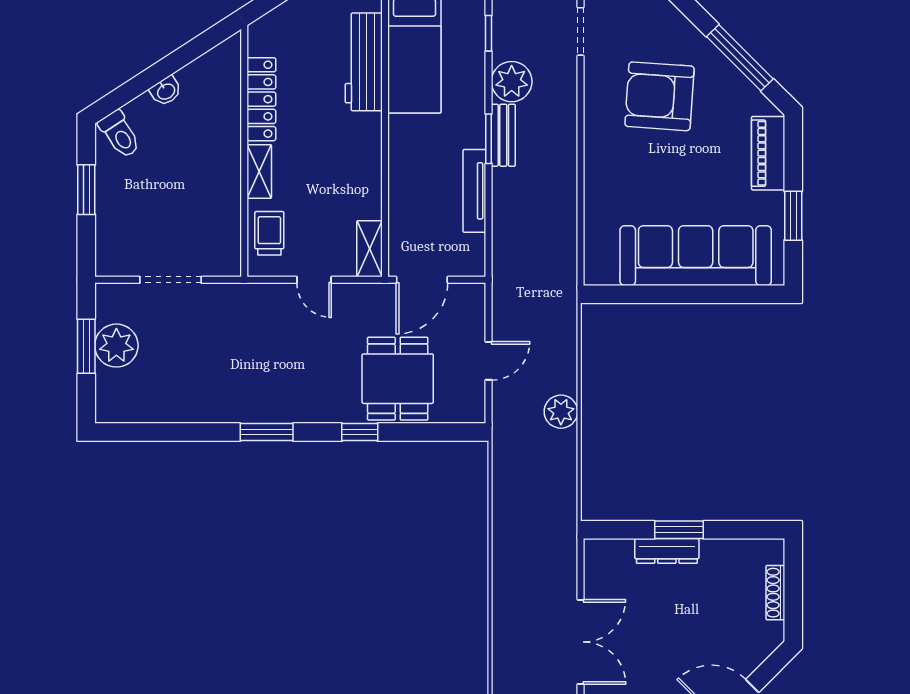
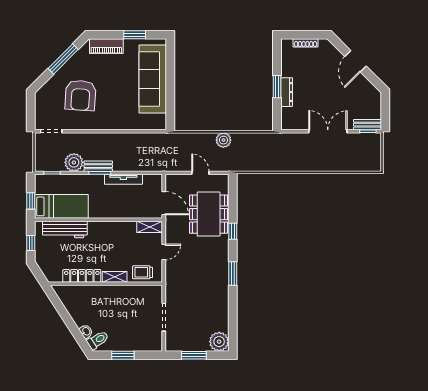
washbasin: (166, 91) -> (86, 331), moved
plant: (116, 346) -> (219, 342), moved
dining table: (398, 379) -> (209, 214), width x1.38

